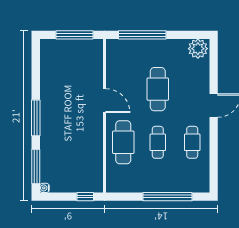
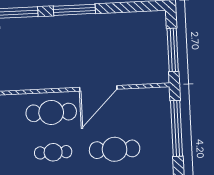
door: (104, 101) -> (98, 88), width x1.36

